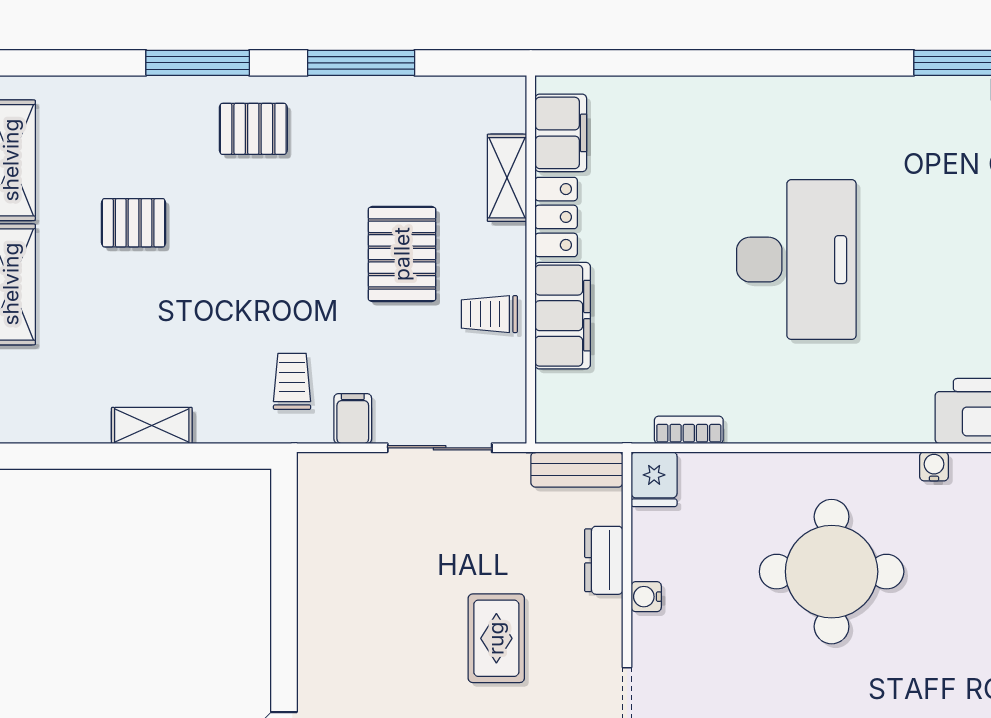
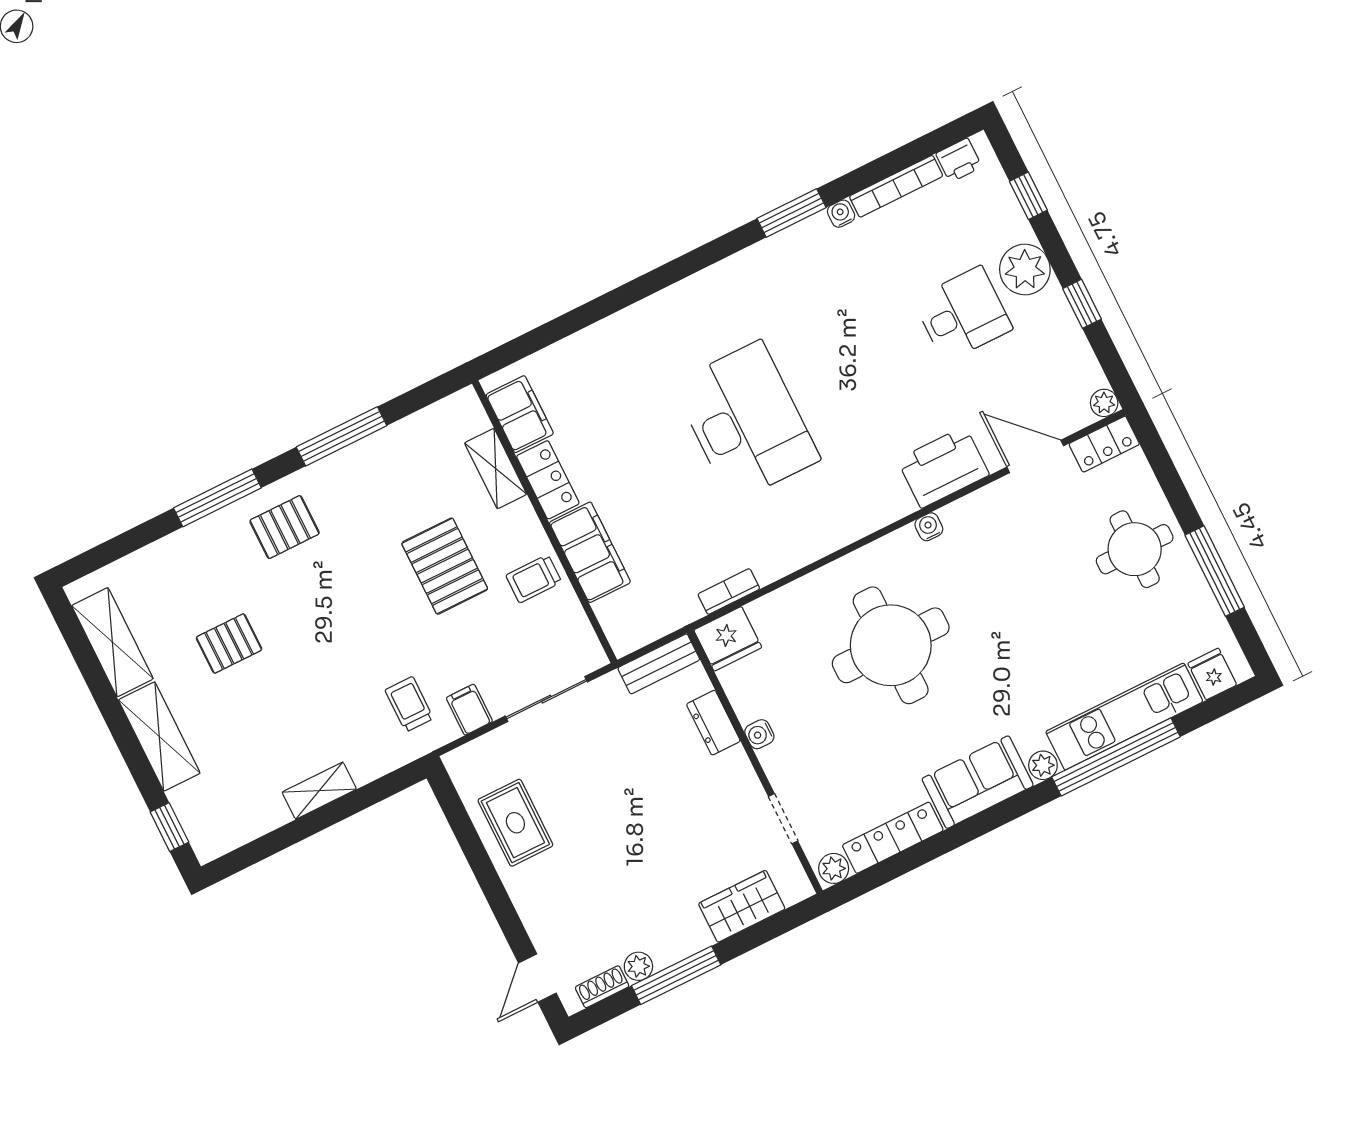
fridge: (654, 479) -> (728, 639), width x1.38
rug: (496, 638) -> (515, 823), moved

